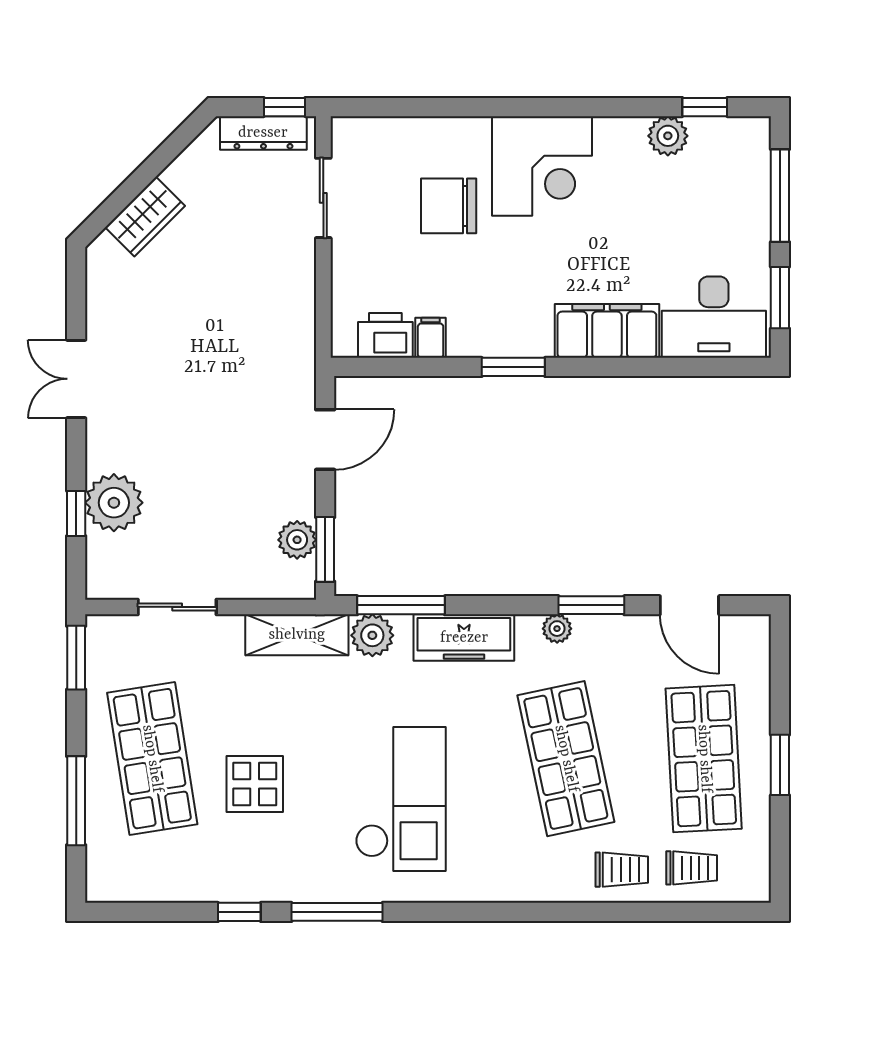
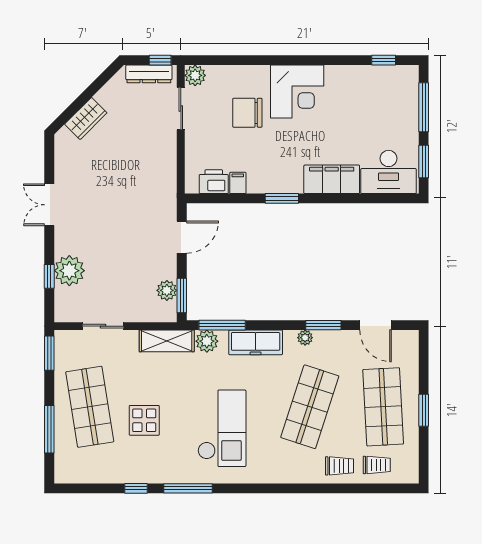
plant: (668, 136) -> (195, 75), moved
shop shelf: (566, 759) -> (310, 407), turned 30

